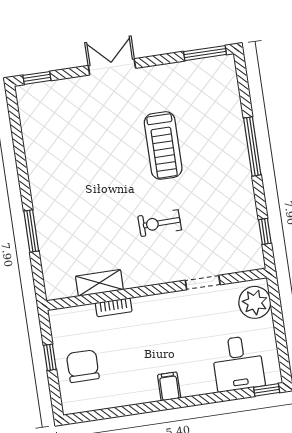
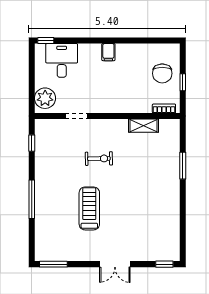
bookcase: (114, 307) -> (164, 109), moved

